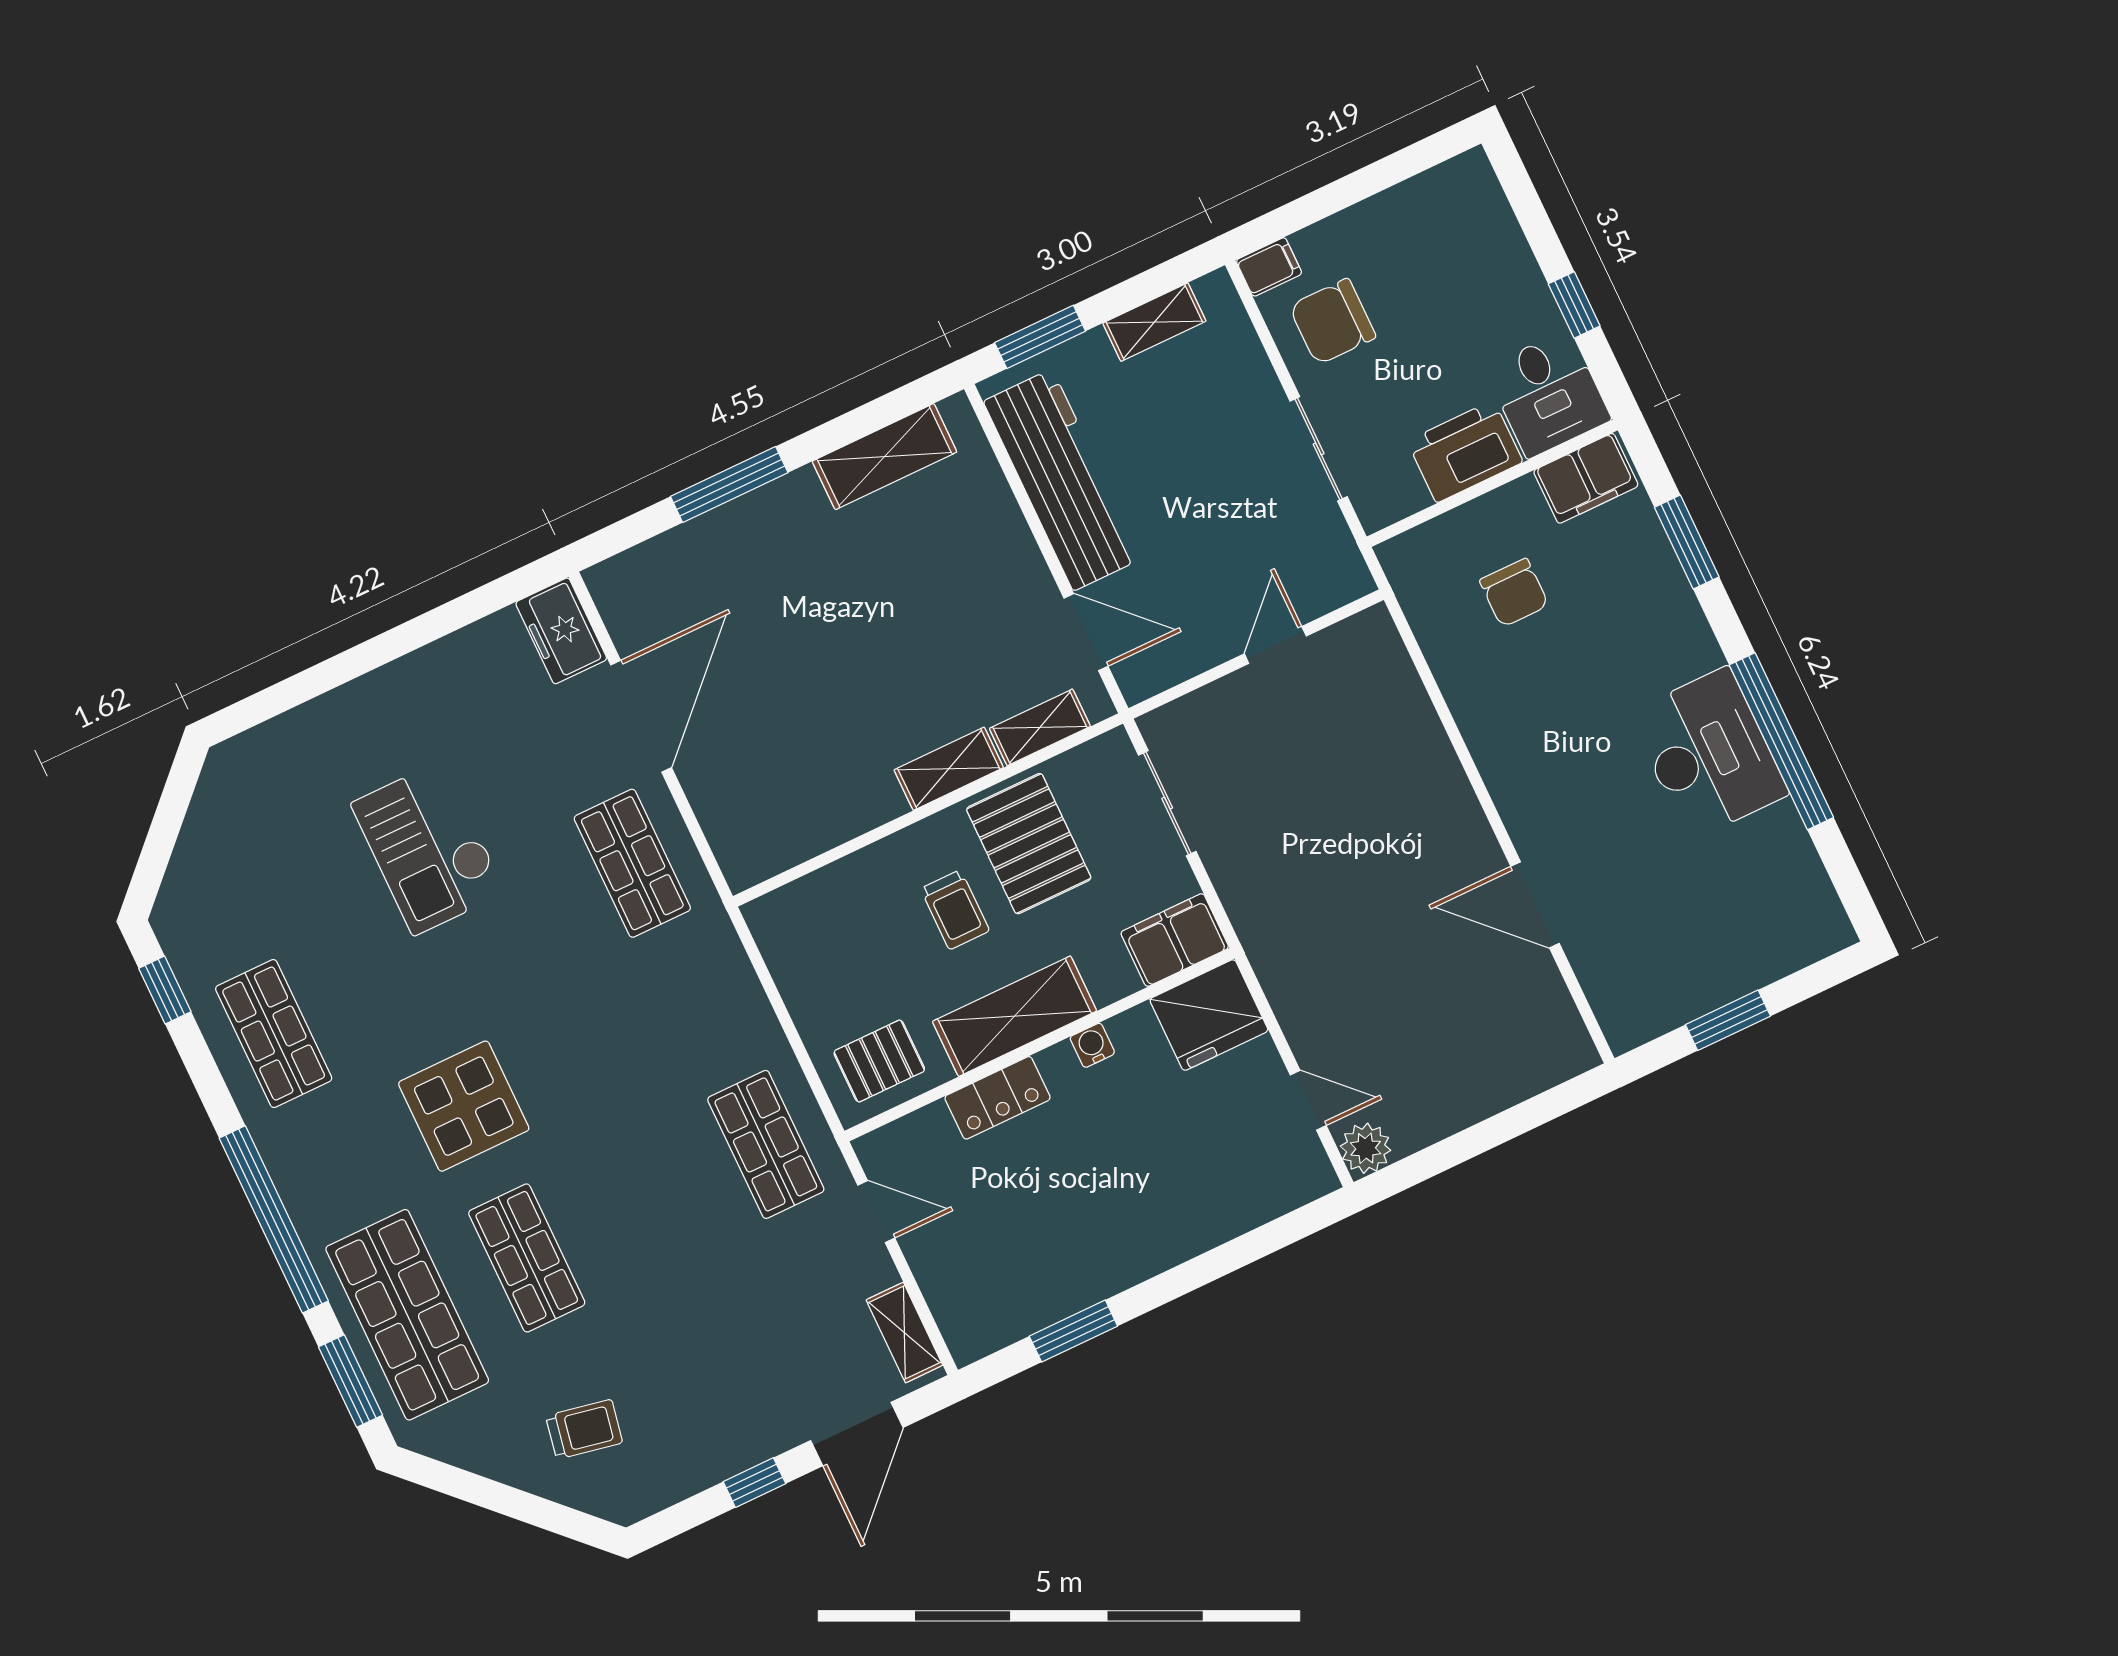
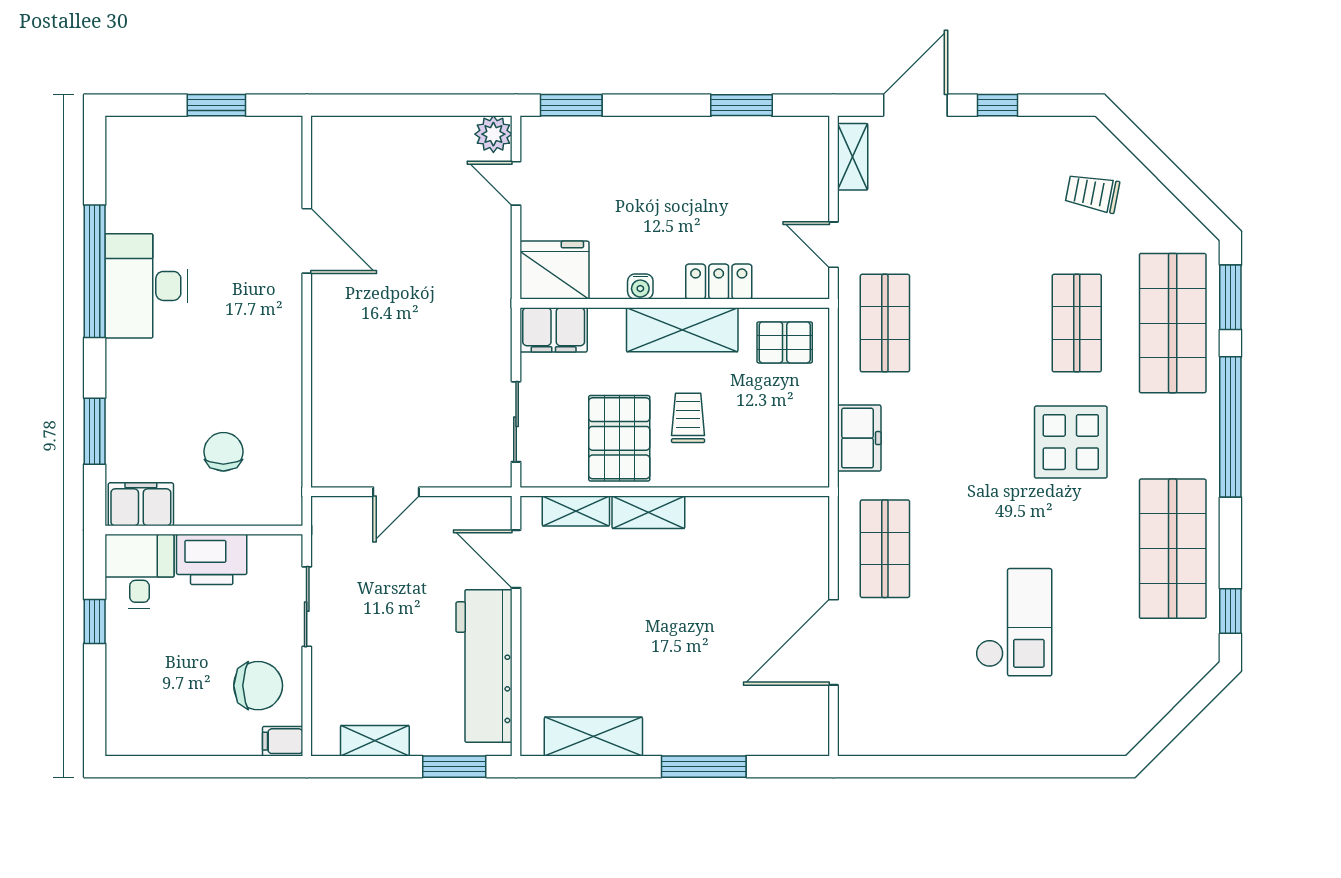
freezer: (561, 631) -> (859, 438), moved
shop shelf: (274, 1034) -> (1173, 549), width x1.43, depth x1.36
window: (1286, 1230) -> (571, 105), added

